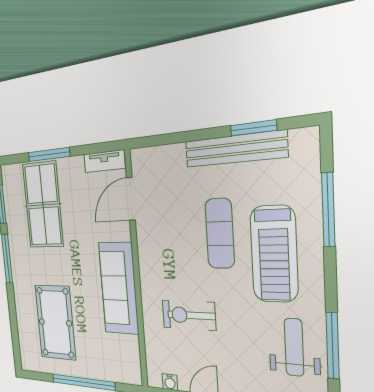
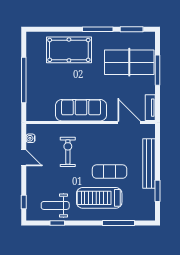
bench: (235, 149) -> (149, 164), moved
pool table: (55, 322) -> (69, 50), moved
window: (333, 346) -> (57, 223), width x0.46
weight bench: (294, 347) -> (55, 205), turned 180

